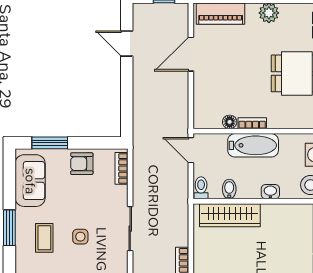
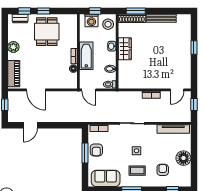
window: (50, 143) -> (85, 153), moved
door: (191, 150) -> (89, 90), hinge flipped
wardrobe: (230, 215) -> (125, 49), moved, width x0.67

